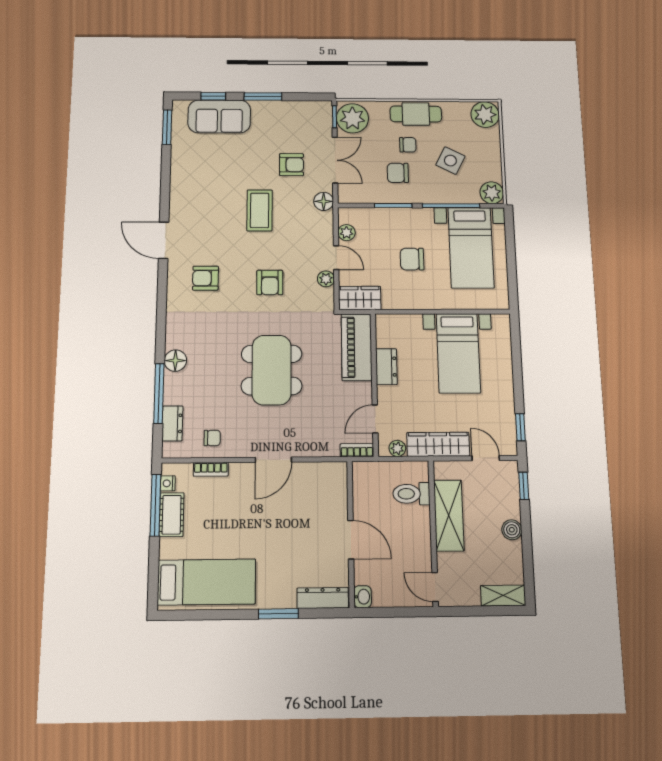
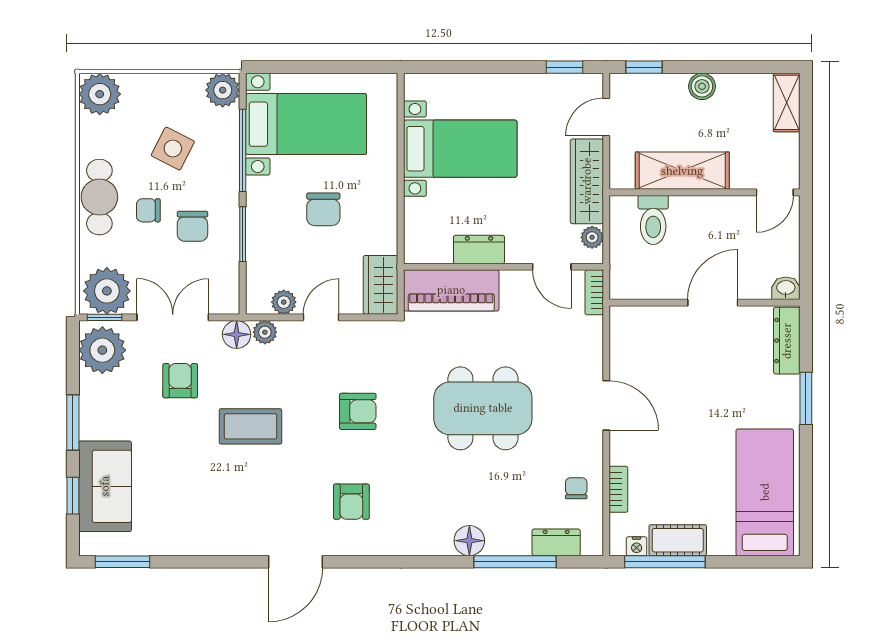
plant: (312, 115) -> (102, 350), added
chair: (408, 145) -> (148, 210), turned -90
plant: (326, 279) -> (265, 332), moved

